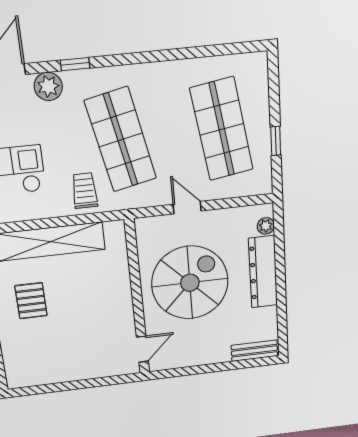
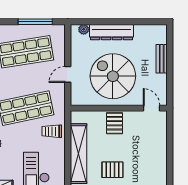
window: (276, 141) -> (35, 22), width x2.17
pallet: (111, 295) -> (114, 123), added
bench: (254, 351) -> (162, 59), moved

